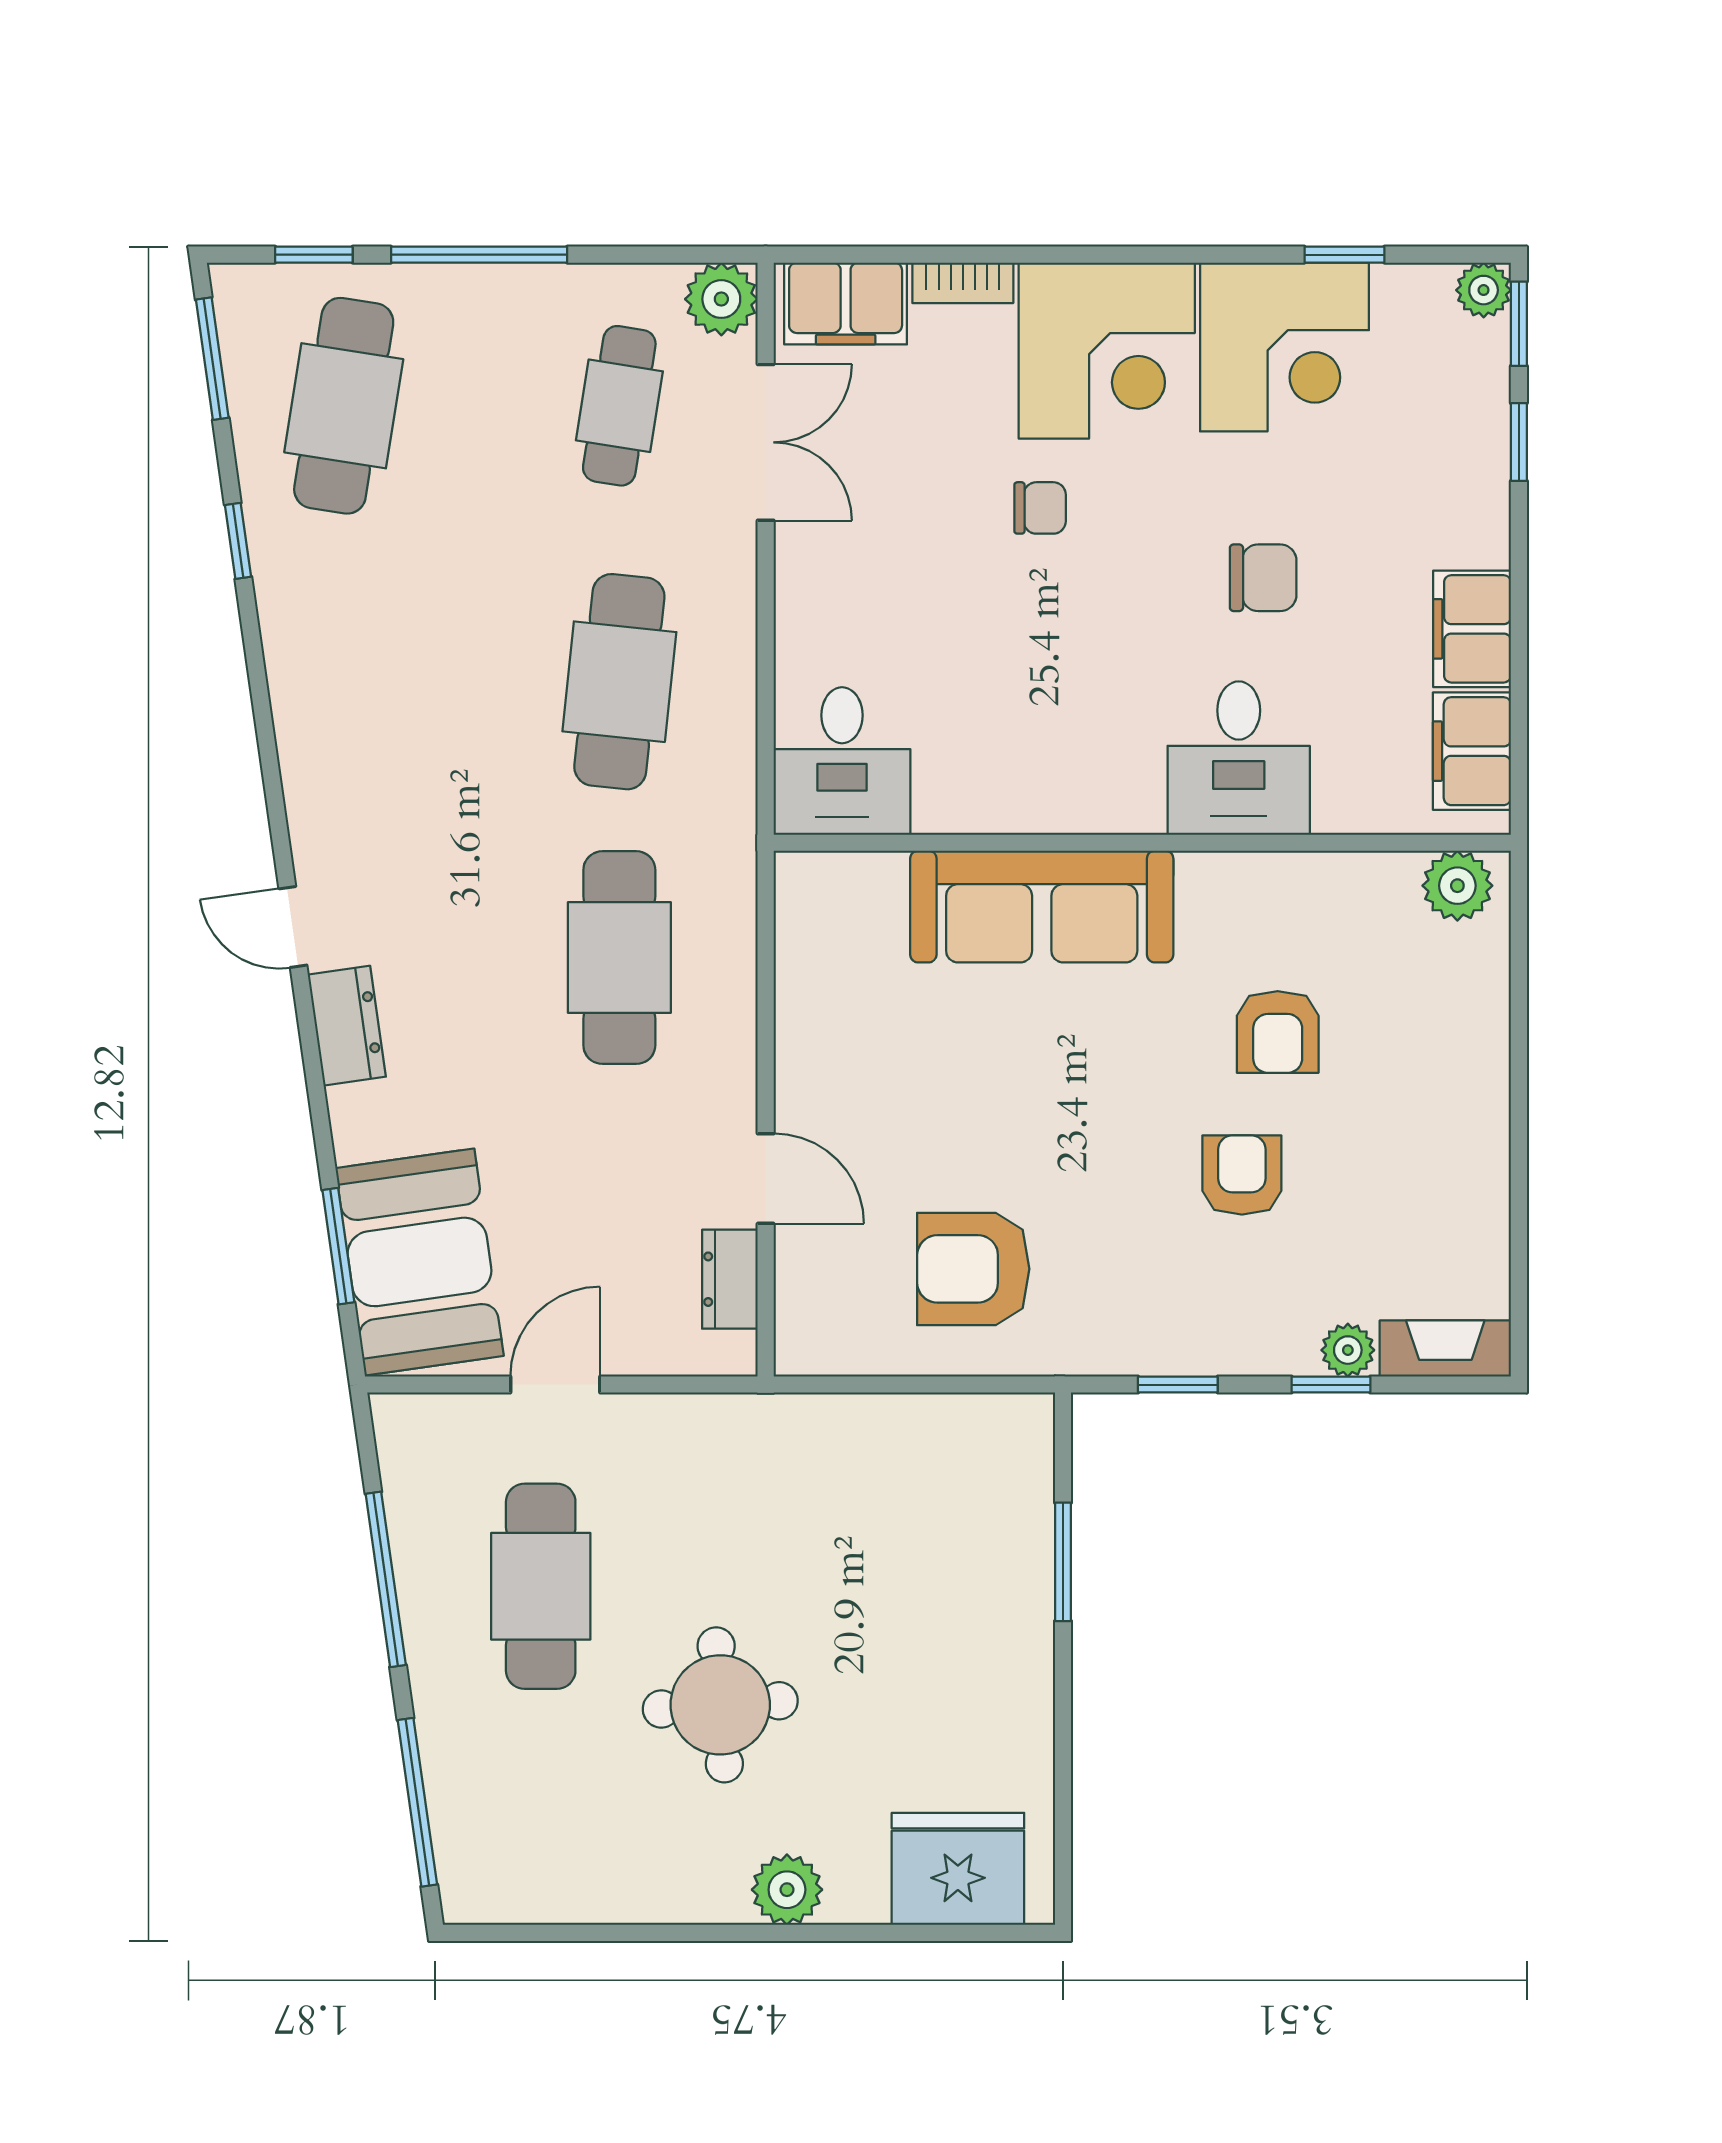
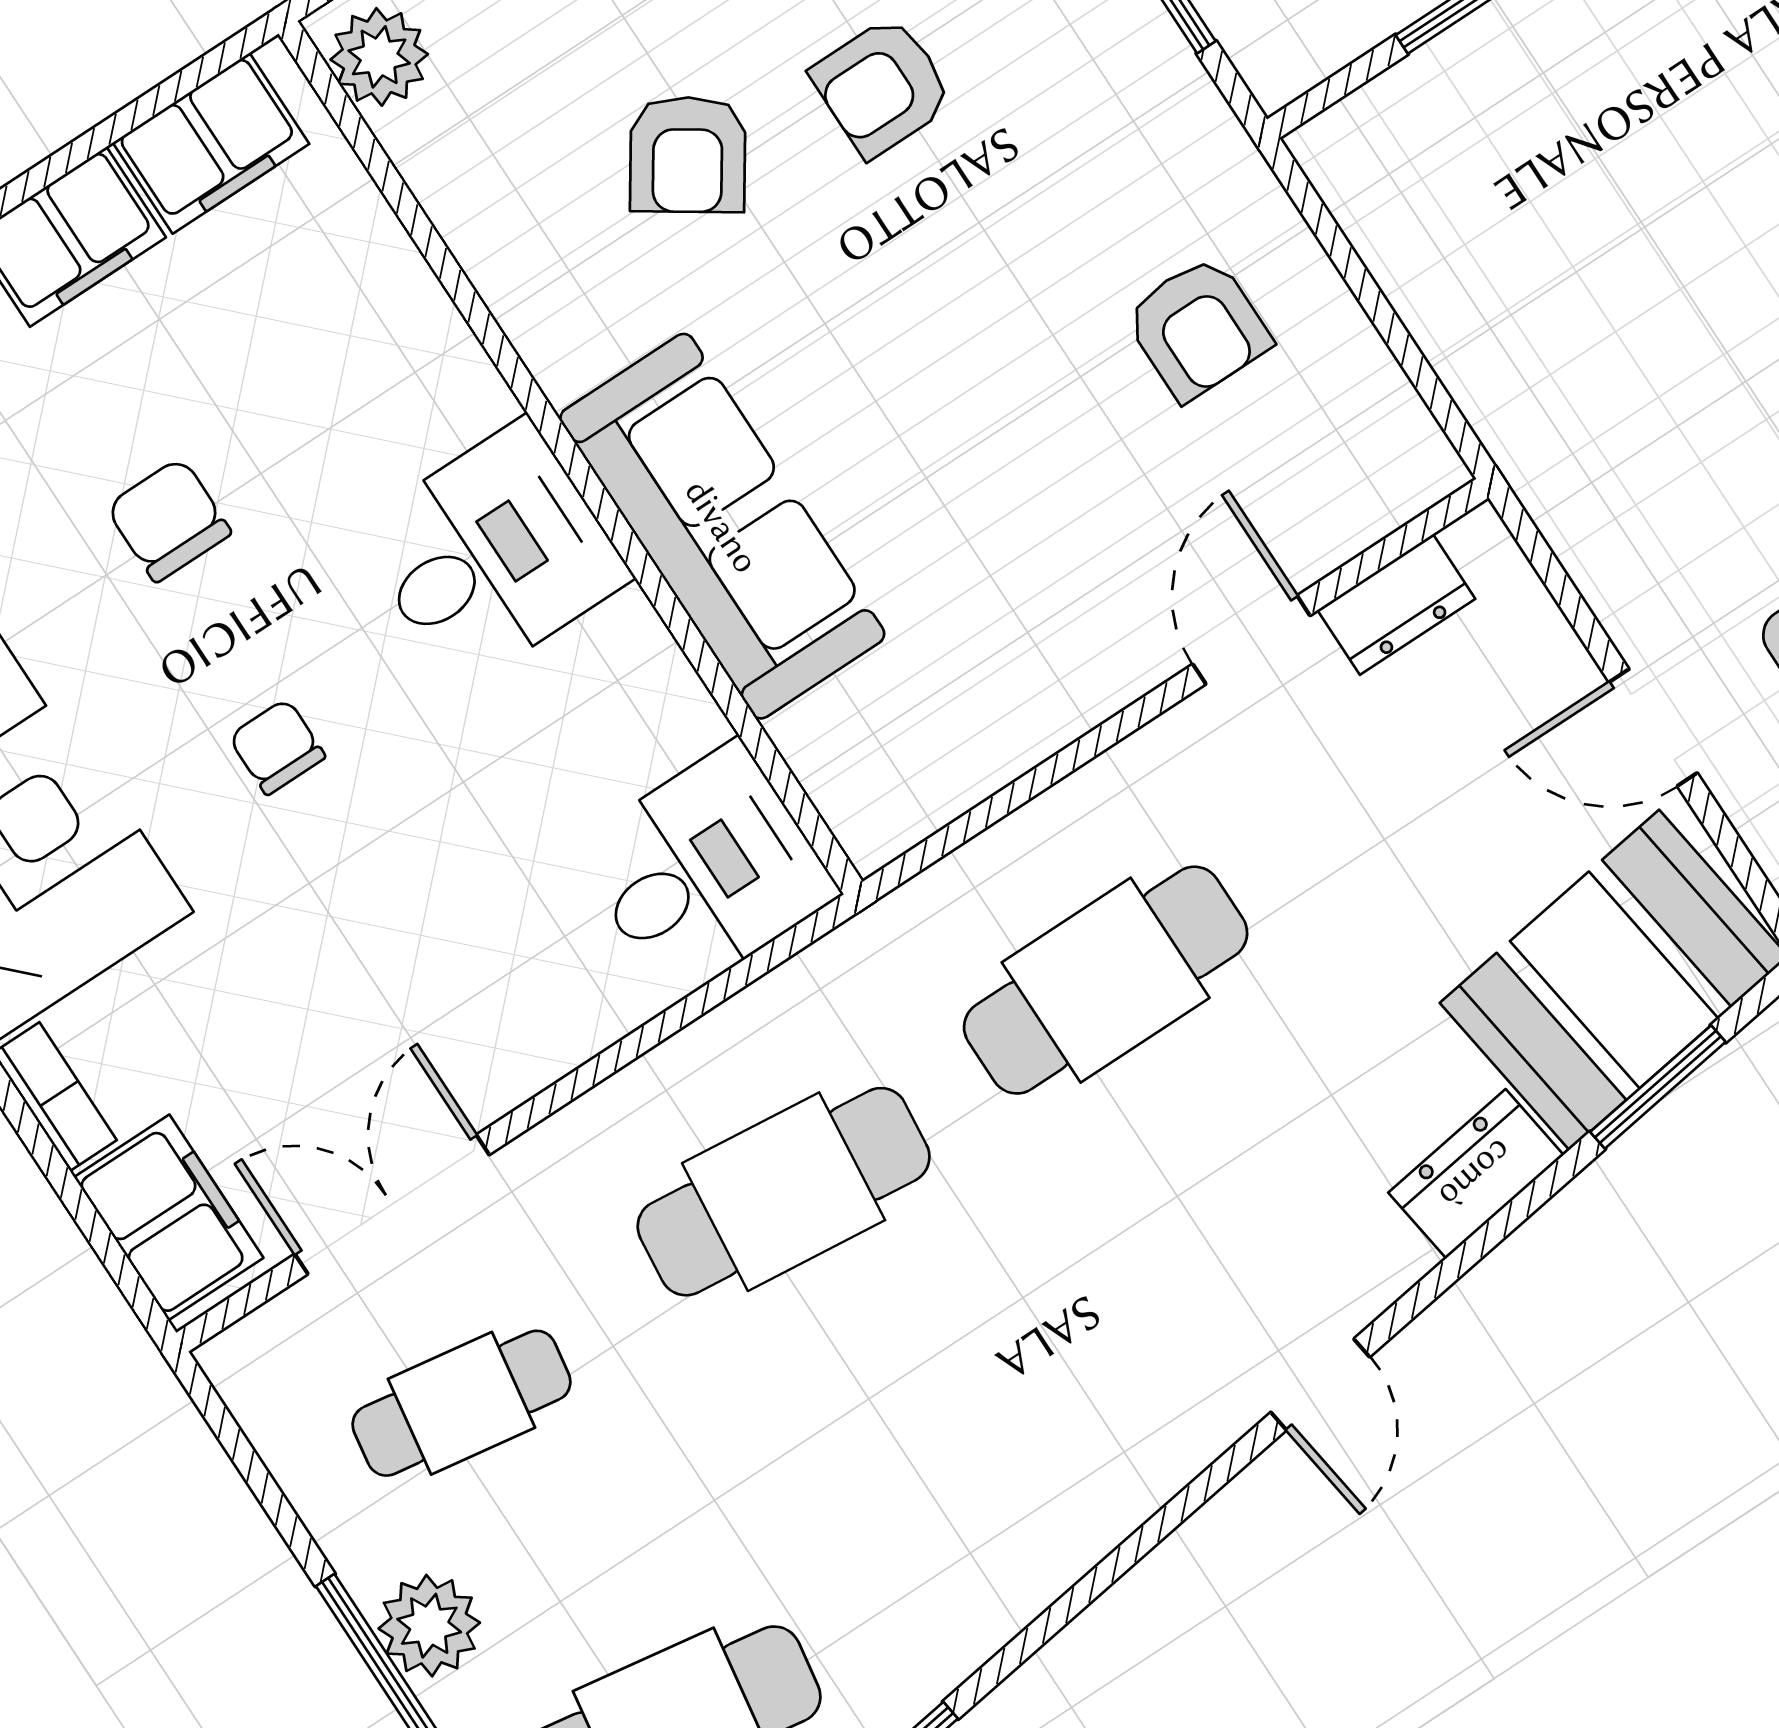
plant: (721, 299) -> (429, 1626), moved
chair: (1040, 508) -> (277, 747), moved
desk: (1239, 758) -> (492, 554), moved
dresser: (347, 1026) -> (1476, 1174), moved
armchair: (1278, 1032) -> (688, 155), turned 124
armchair: (973, 1269) -> (1198, 328), width x0.72, depth x0.72

